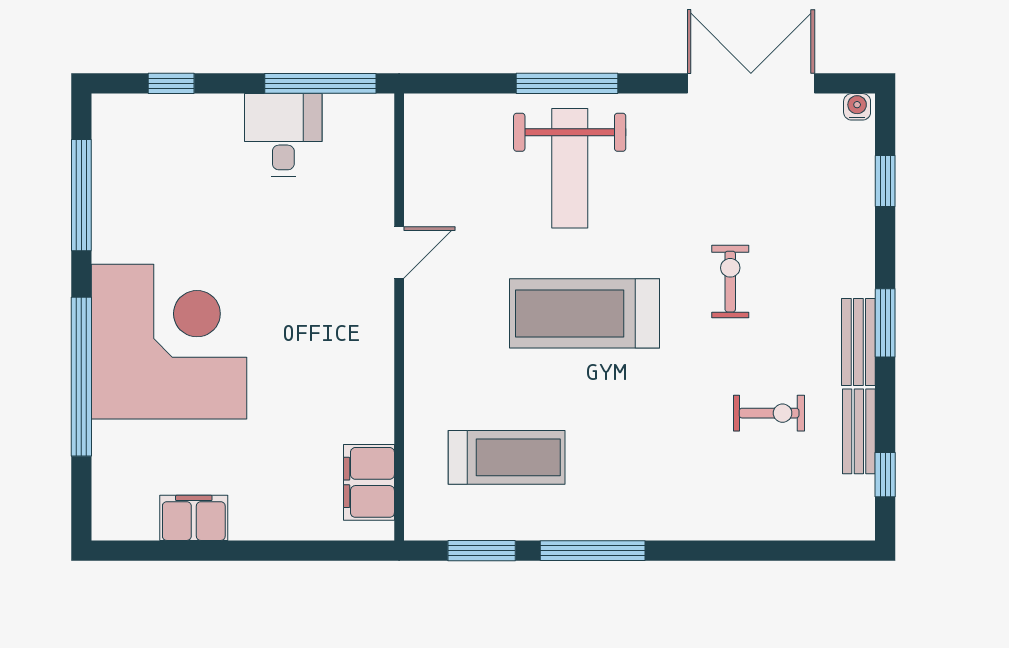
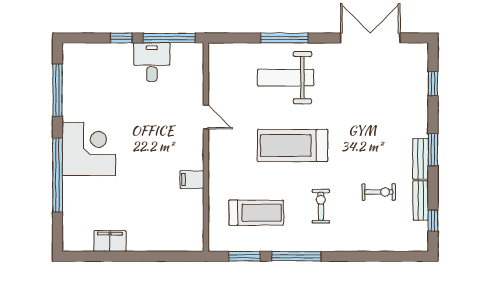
window: (171, 83) -> (121, 38), moved
water cooler: (857, 107) -> (420, 49), removed
weight bench: (570, 168) -> (286, 78), turned 90
door: (399, 252) -> (206, 117), hinge flipped
exercise bike: (730, 282) -> (321, 206), moved
corner desk: (169, 342) -> (89, 149), width x0.74, depth x0.74
filing cabinet: (369, 482) -> (192, 179), moved, width x0.50

